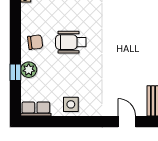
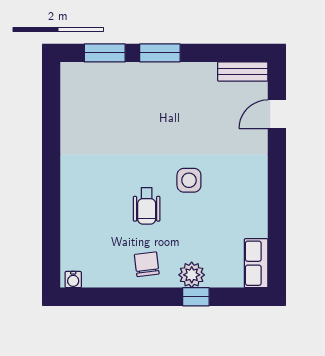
wheelchair: (71, 42) -> (147, 206), width x0.73, depth x0.73
side table: (71, 104) -> (189, 180), moved

